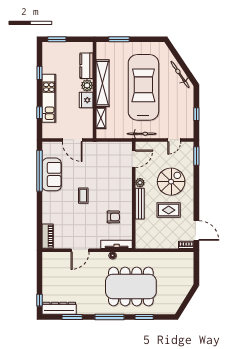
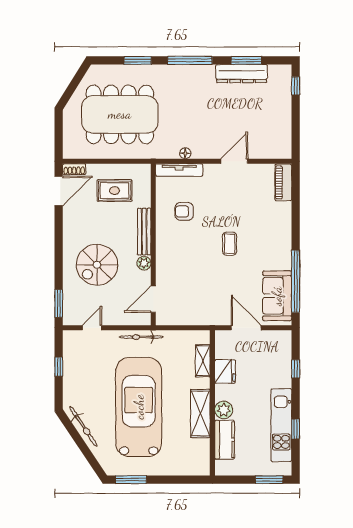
window: (119, 39) -> (131, 480), moved
shelving: (103, 83) -> (200, 413), width x0.68
car: (143, 87) -> (139, 407), turned 180
kitchen unit: (49, 98) -> (281, 425), moved
fridge: (86, 100) -> (225, 371), moved
sofa: (52, 174) -> (277, 296), moved
rug: (169, 210) -> (115, 191), moved
door: (196, 231) -> (59, 191), swing flipped
dining table: (131, 287) -> (120, 114), moved
dresser: (59, 308) -> (242, 74), moved

